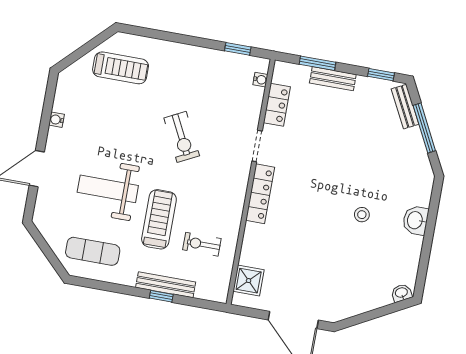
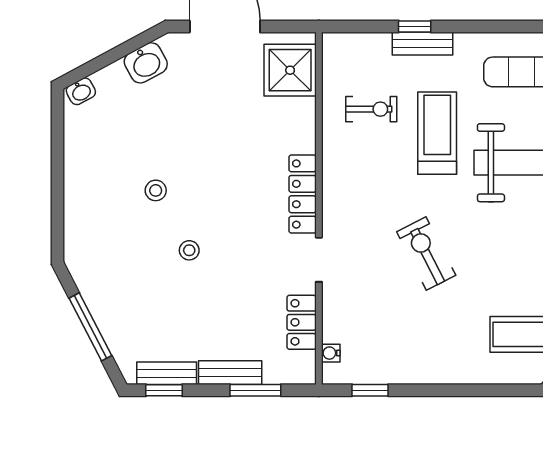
bench: (405, 107) -> (167, 373), moved, turned -63
stool: (346, 169) -> (189, 250), added
treadmill: (159, 219) -> (437, 133), turned 180
washbasin: (415, 220) -> (146, 63), moved, turned 62
shower: (249, 281) -> (290, 70), width x1.36, depth x1.36
bench: (166, 285) -> (422, 44), width x0.73

